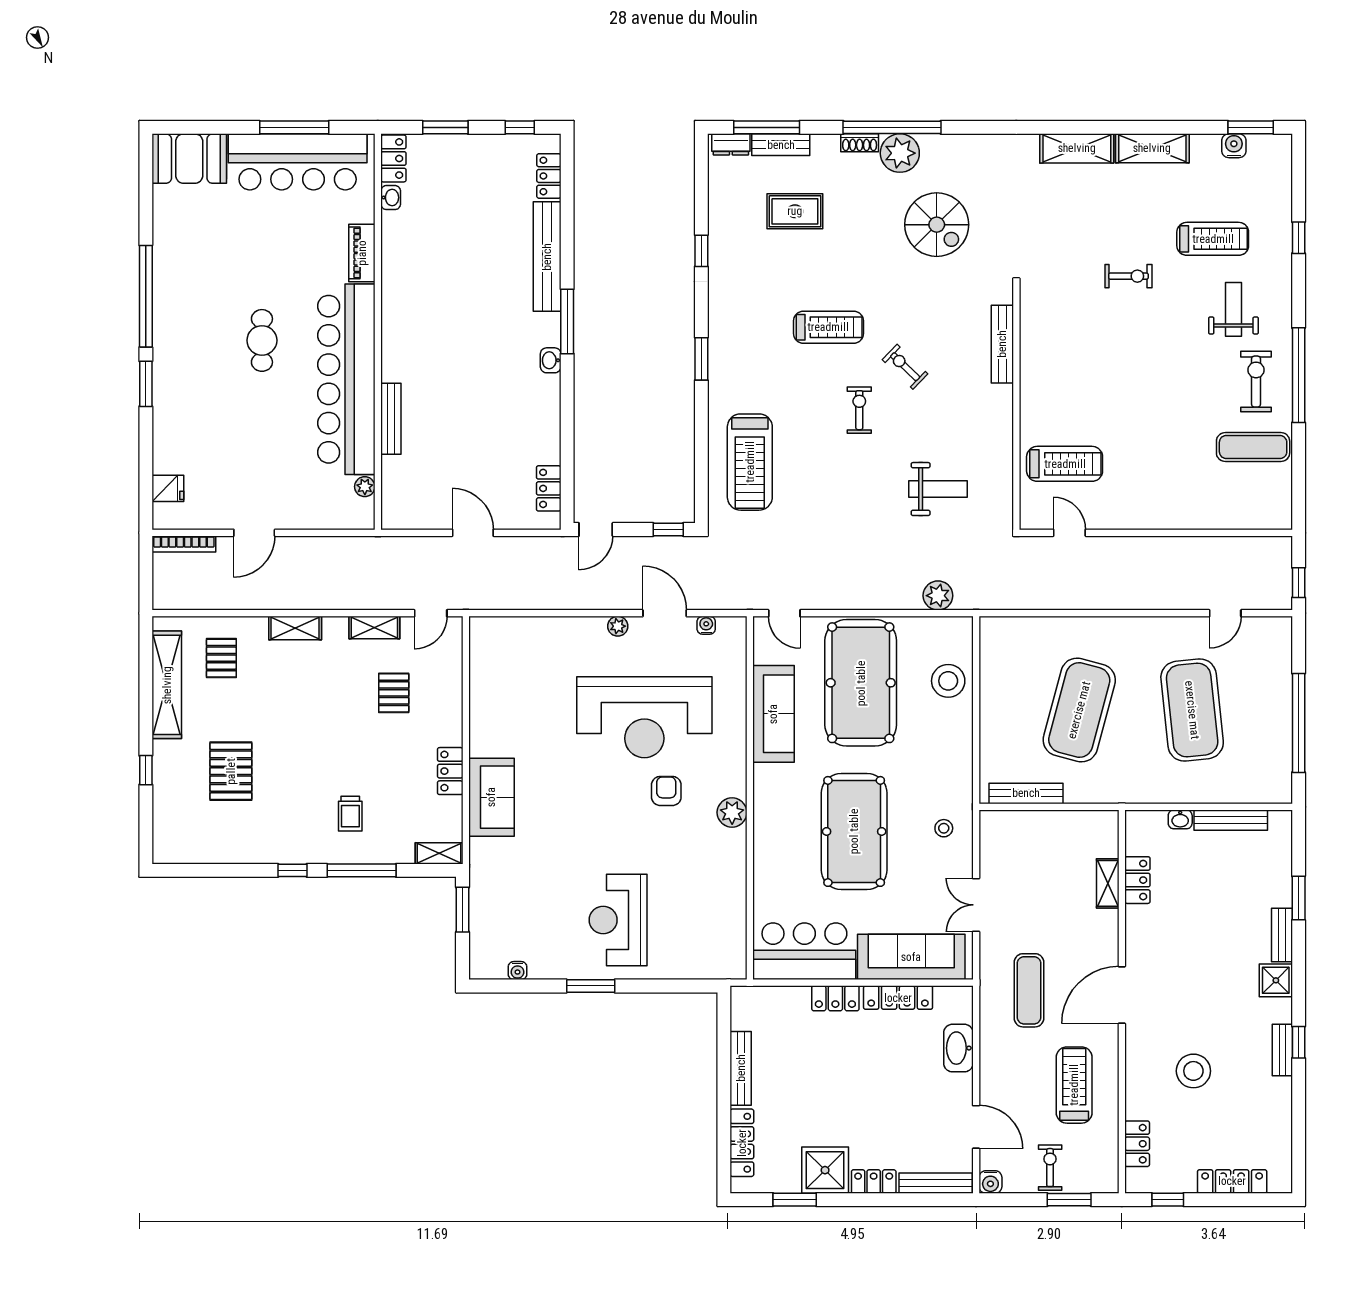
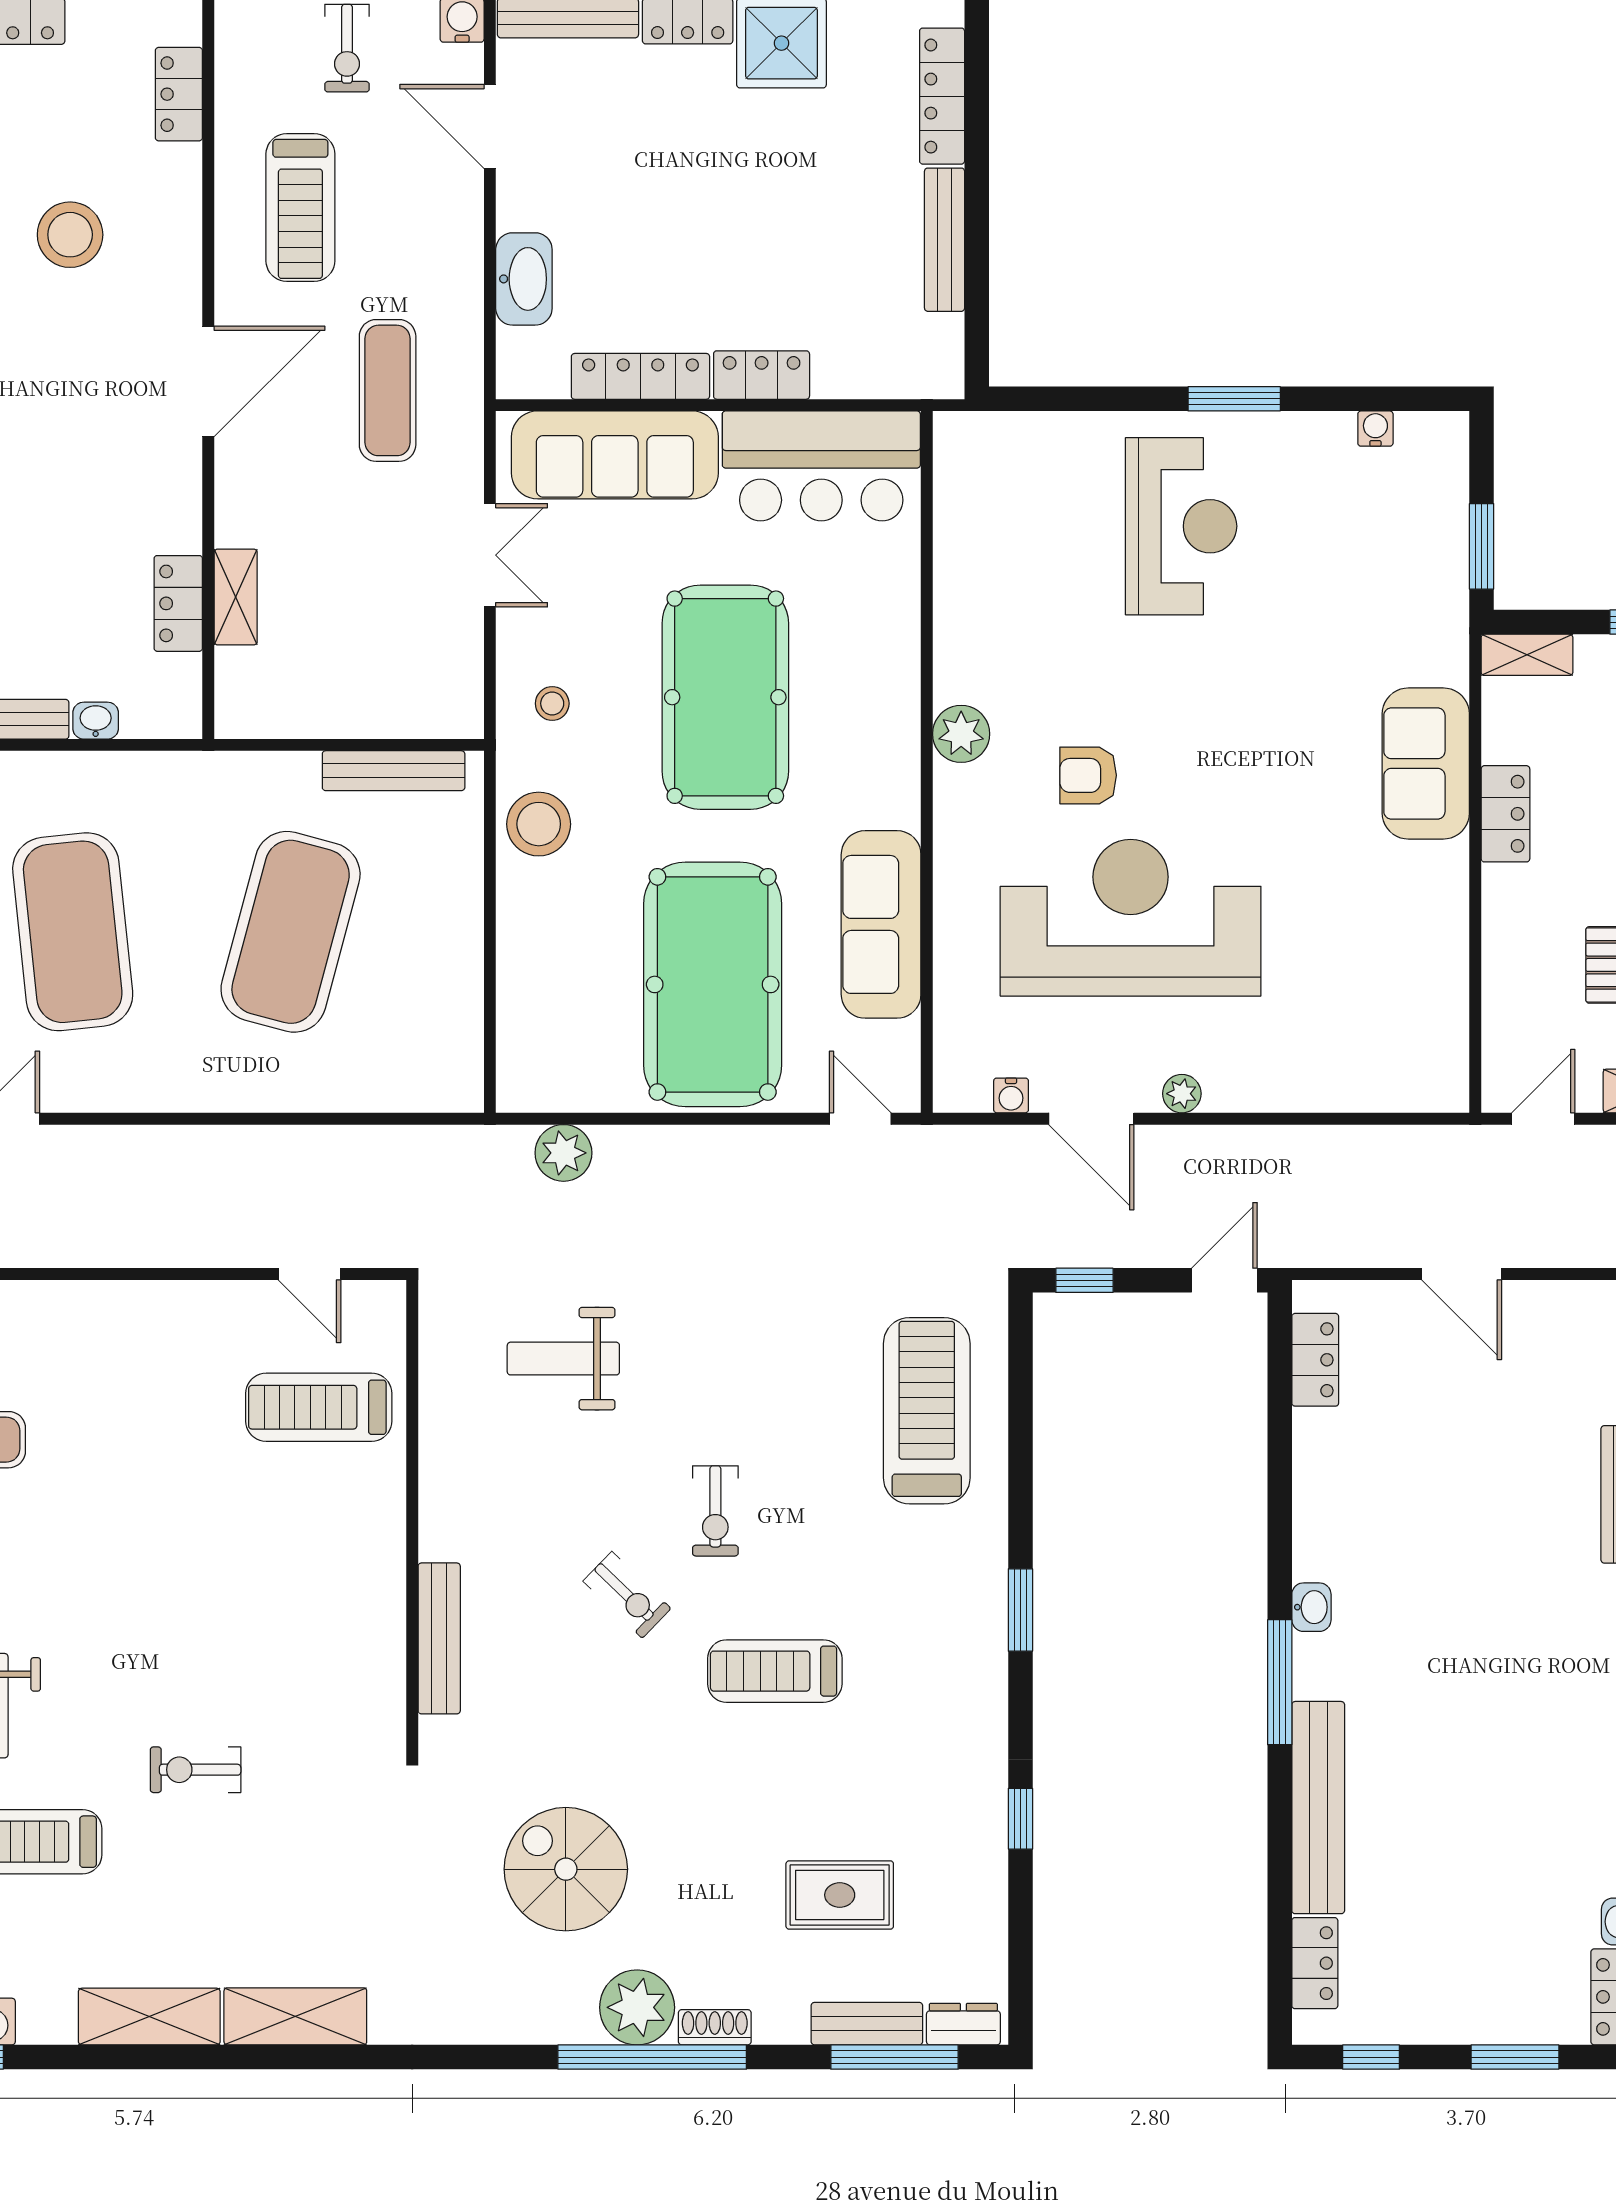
stool: (948, 681) -> (539, 824), moved
armchair: (666, 791) -> (1088, 775), turned 90

